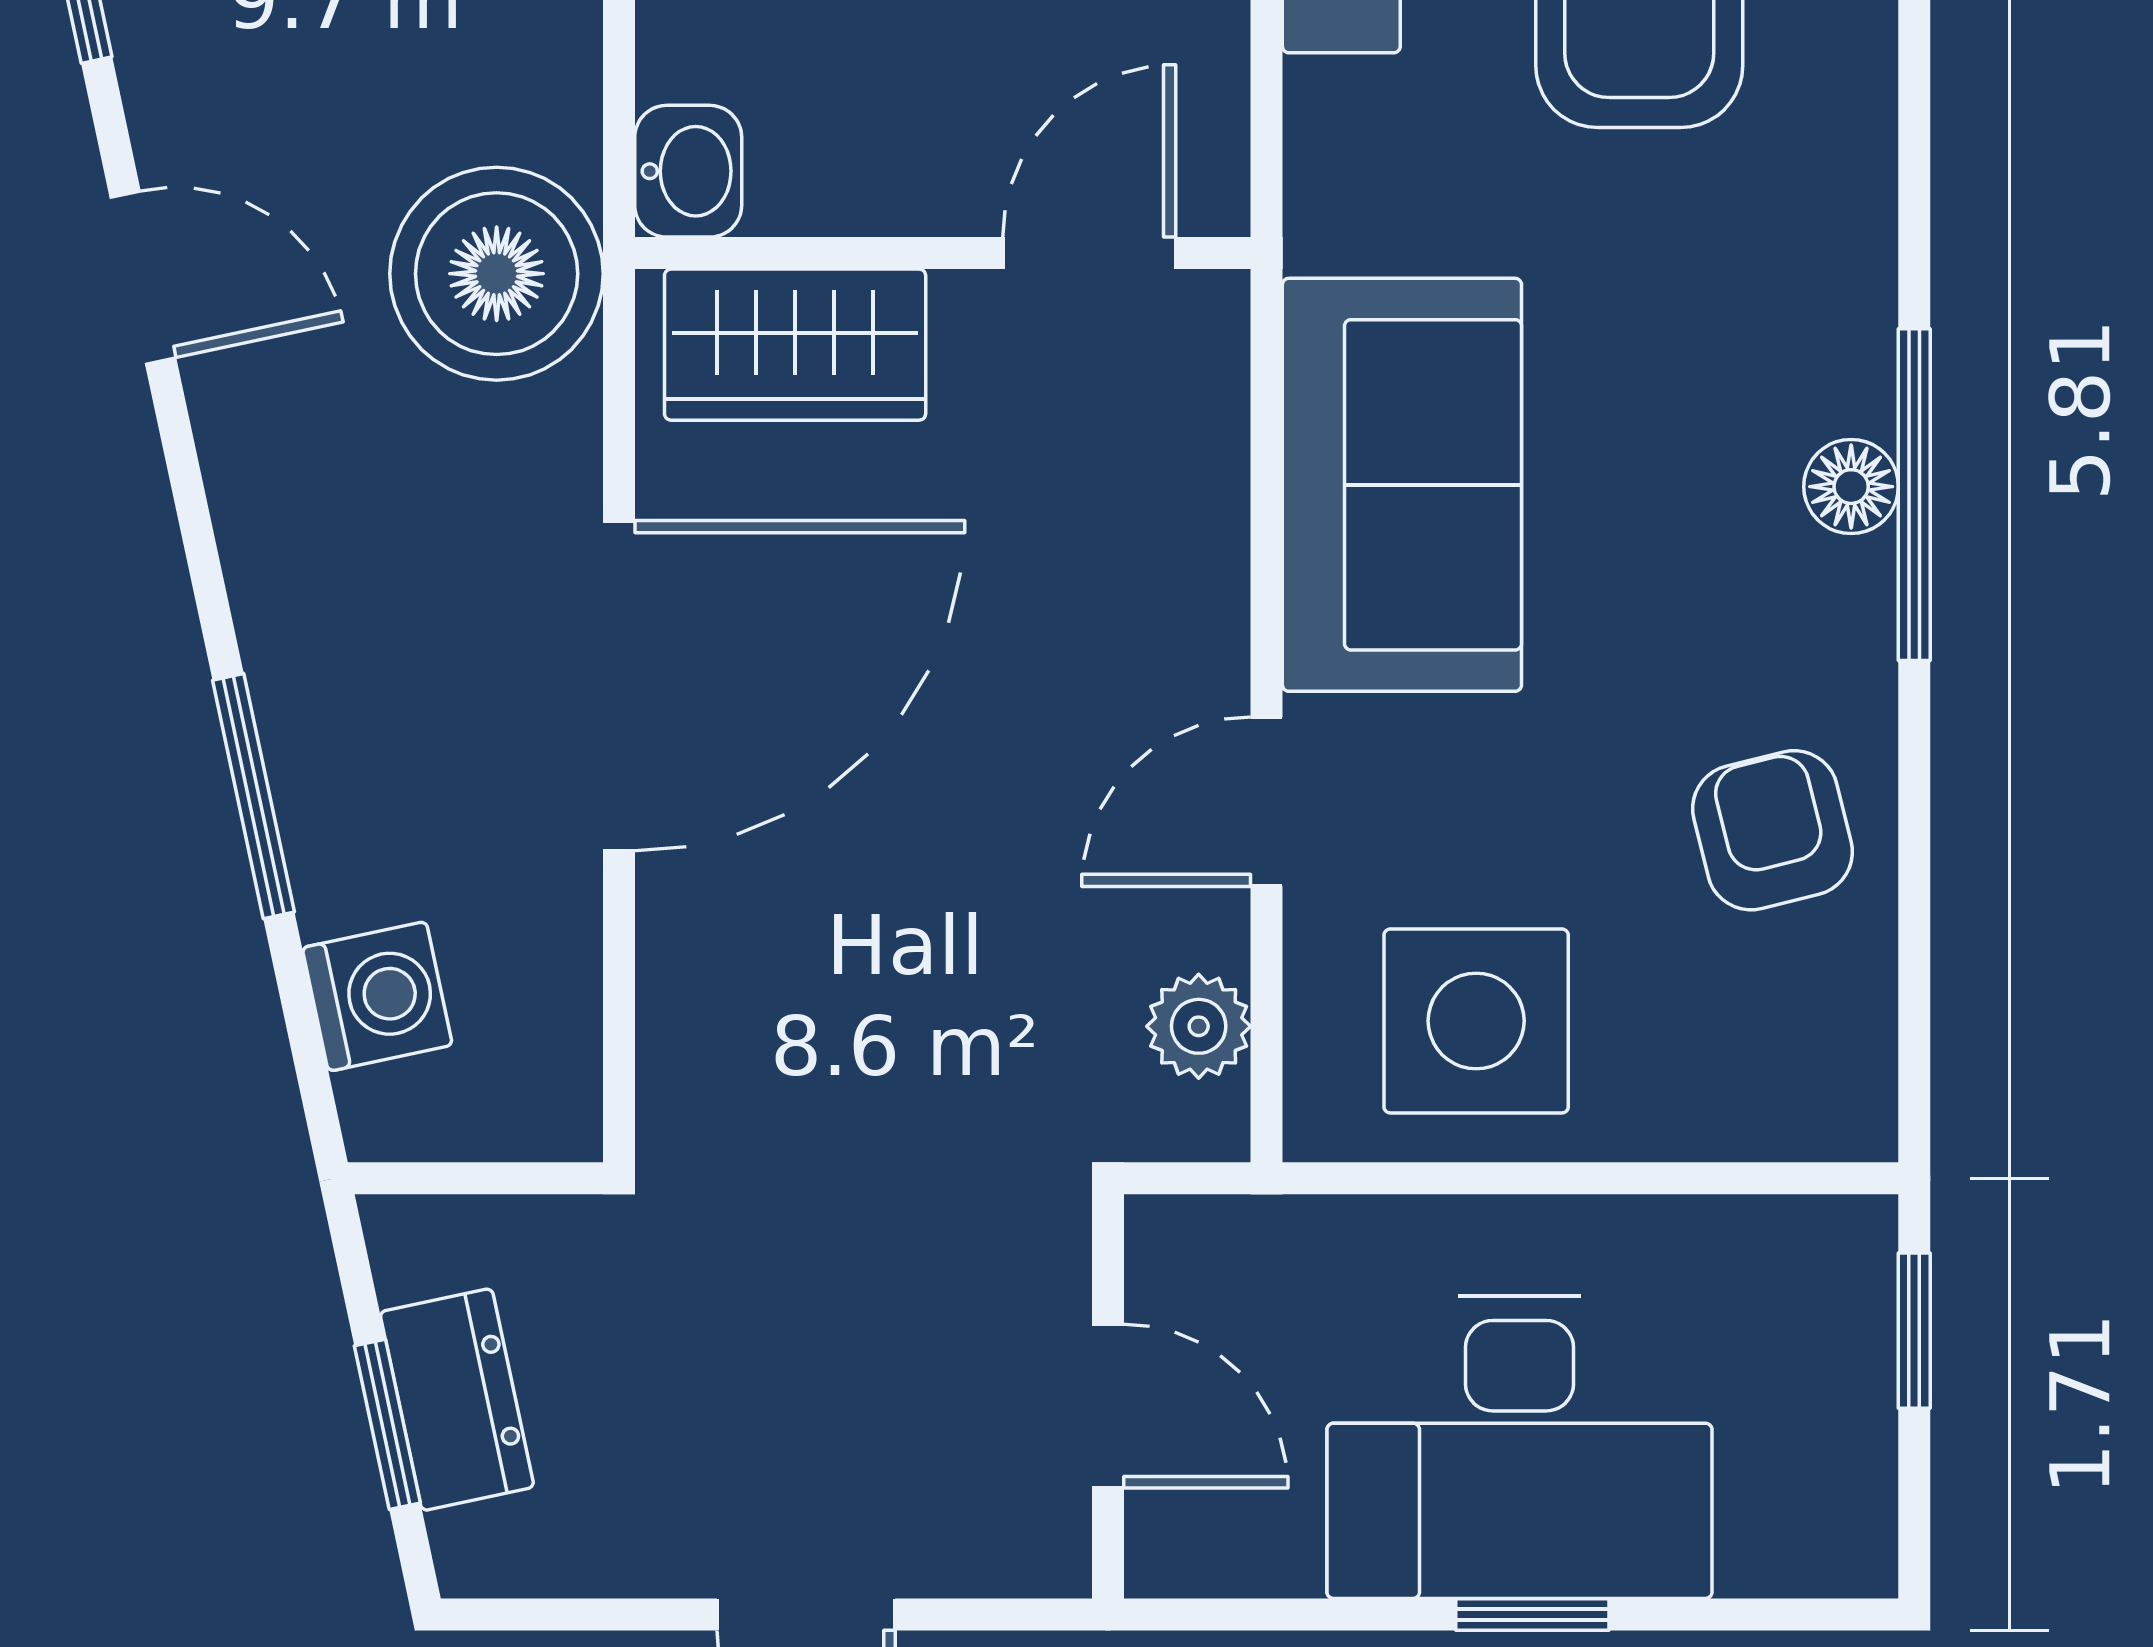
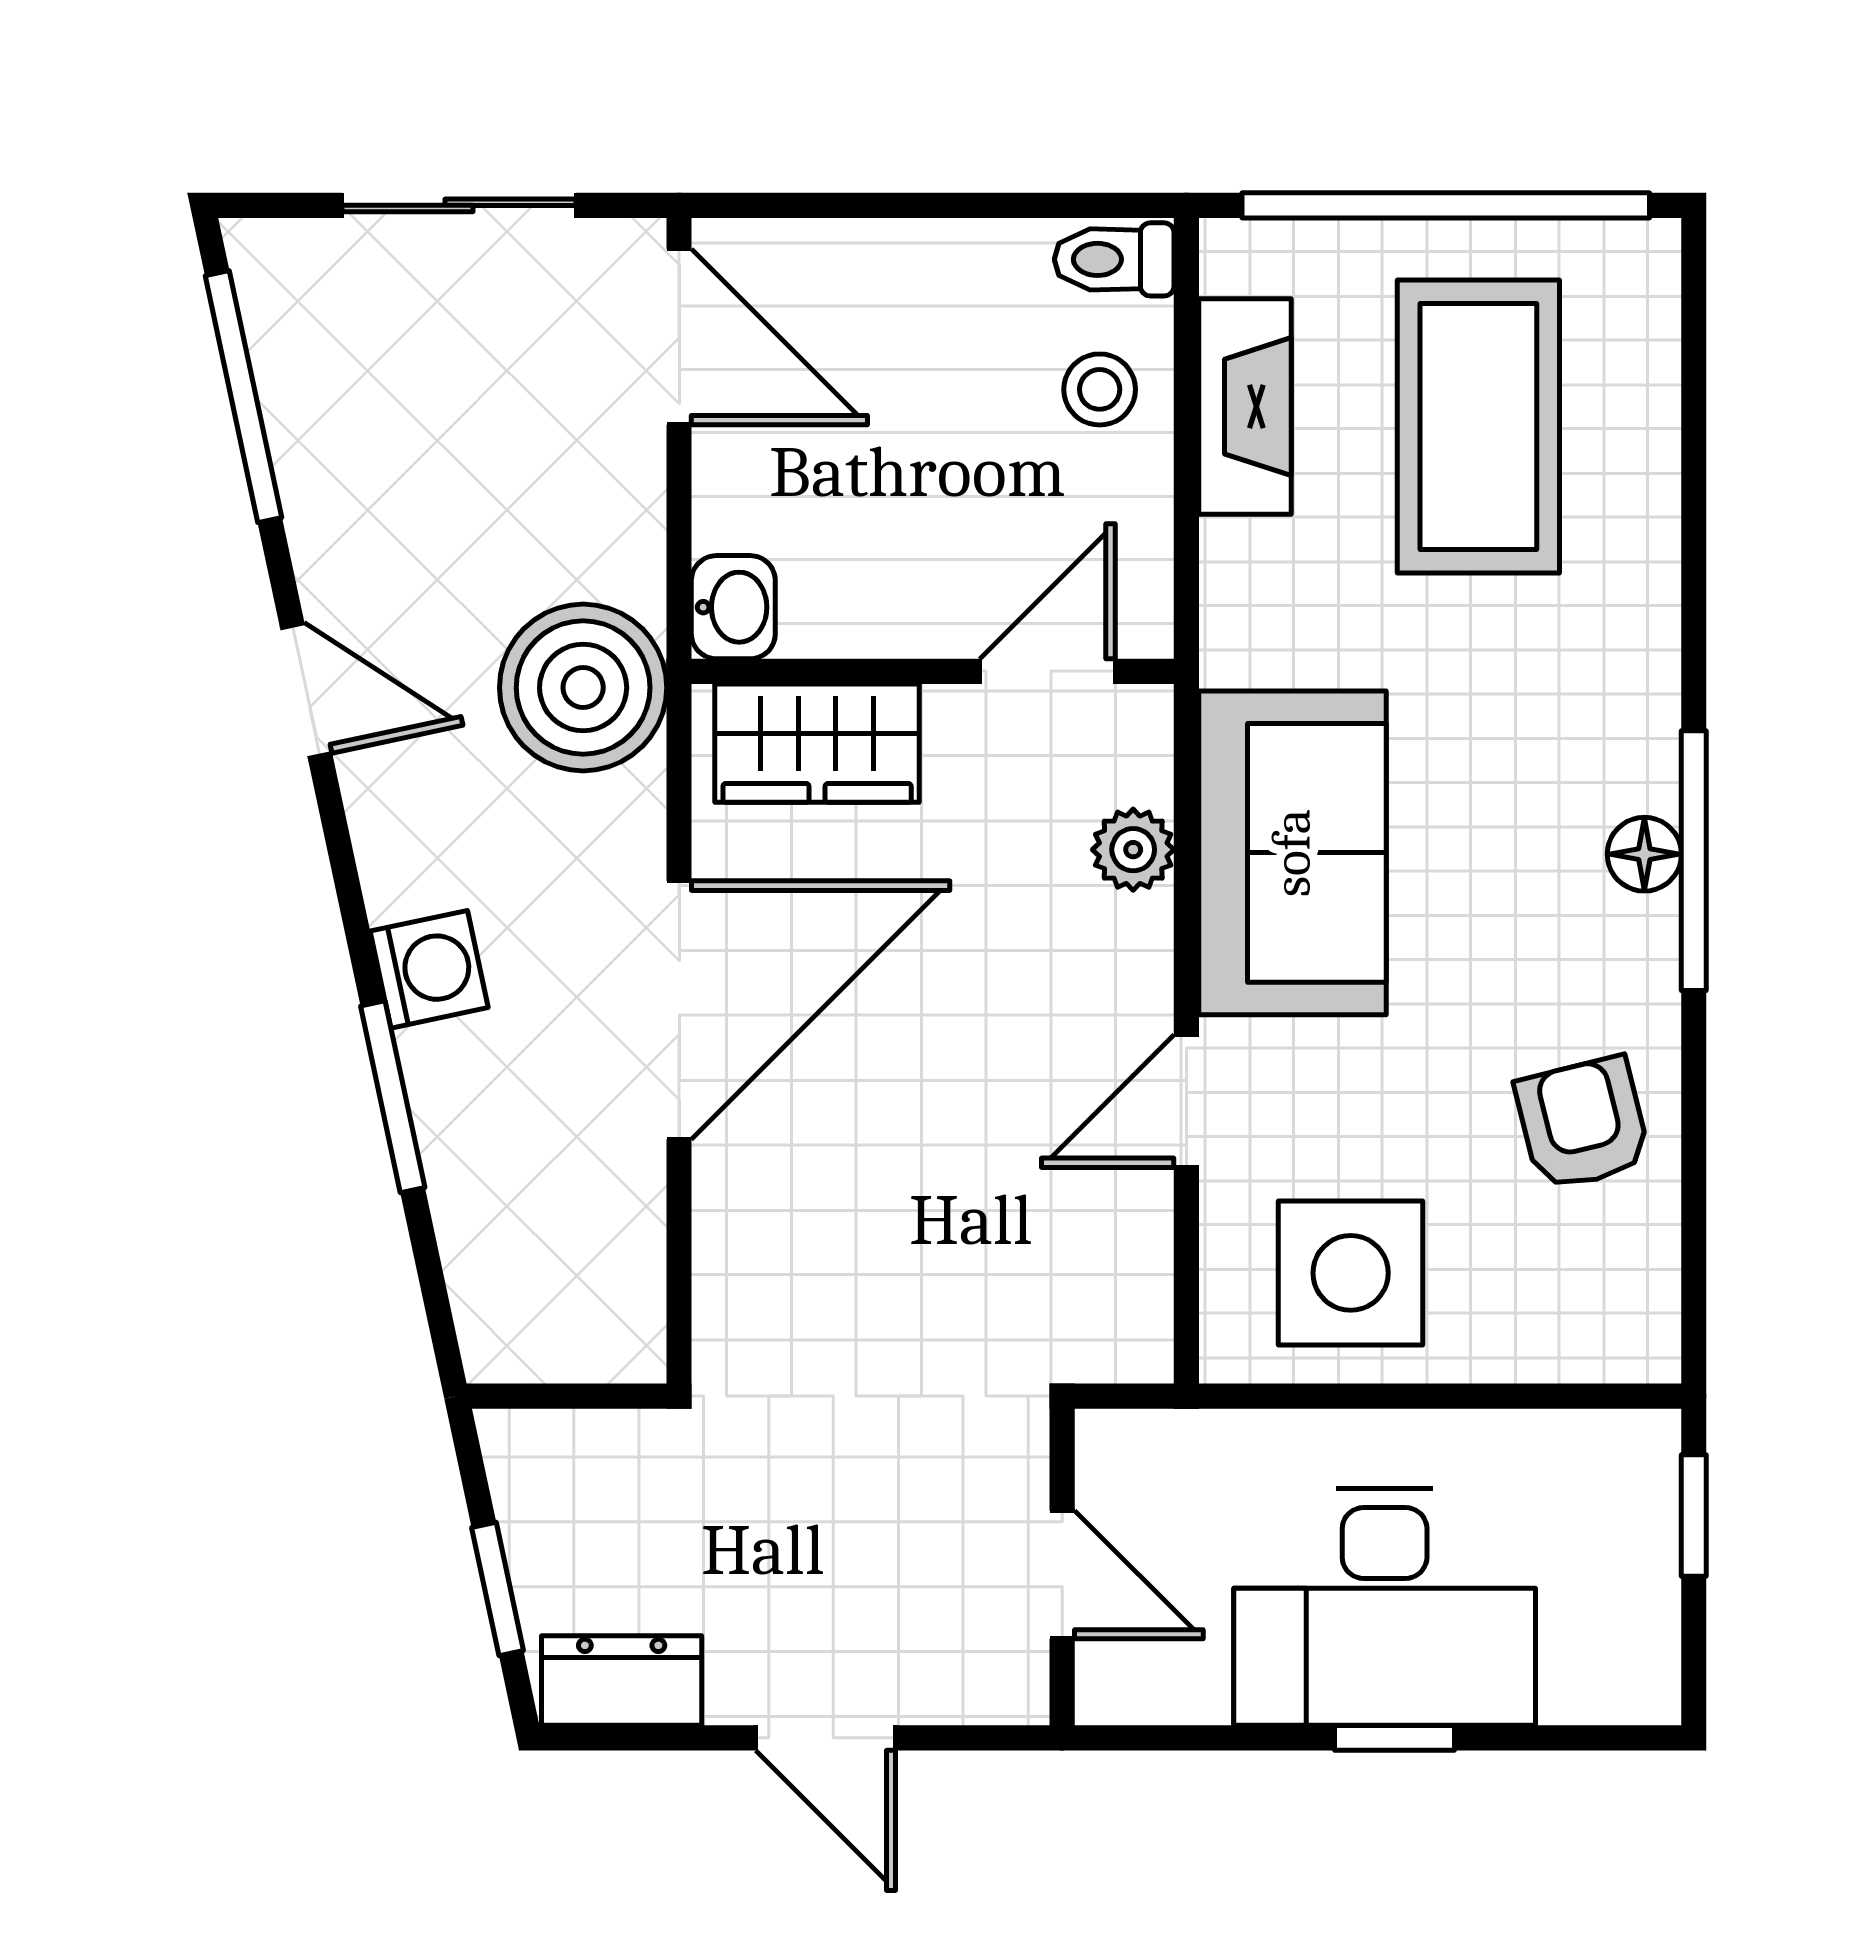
washing machine: (377, 996) -> (429, 969), moved
plant: (1199, 1026) -> (1133, 850), moved
dresser: (457, 1400) -> (622, 1680), moved, turned -78

